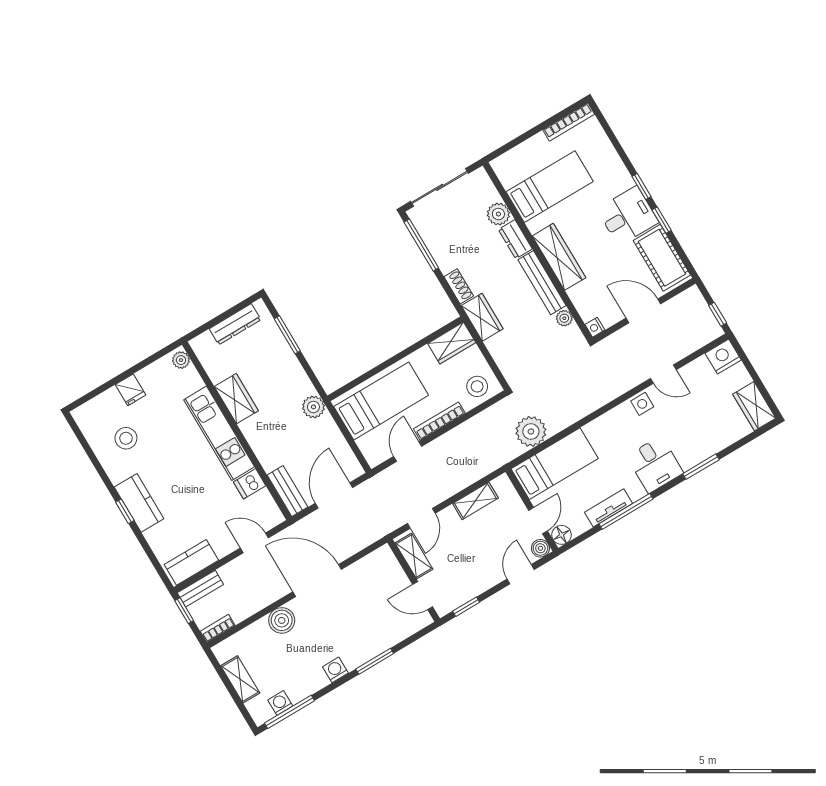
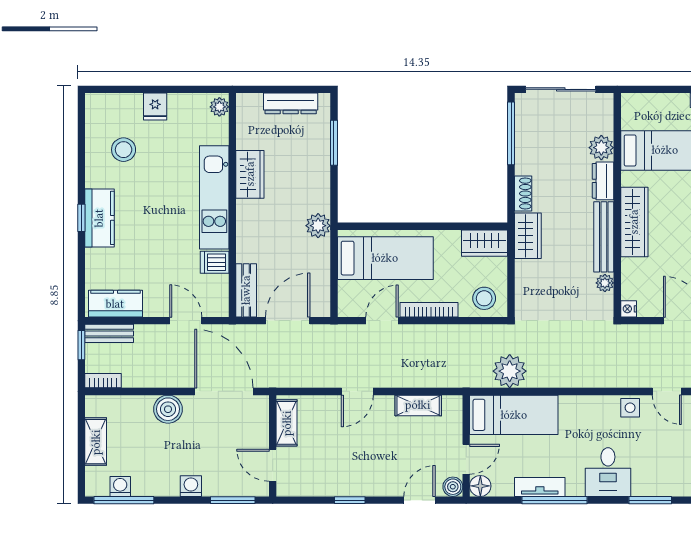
shelving: (414, 556) -> (287, 423), moved
wall: (414, 580) -> (273, 446), moved
door: (423, 596) -> (273, 465), moved

